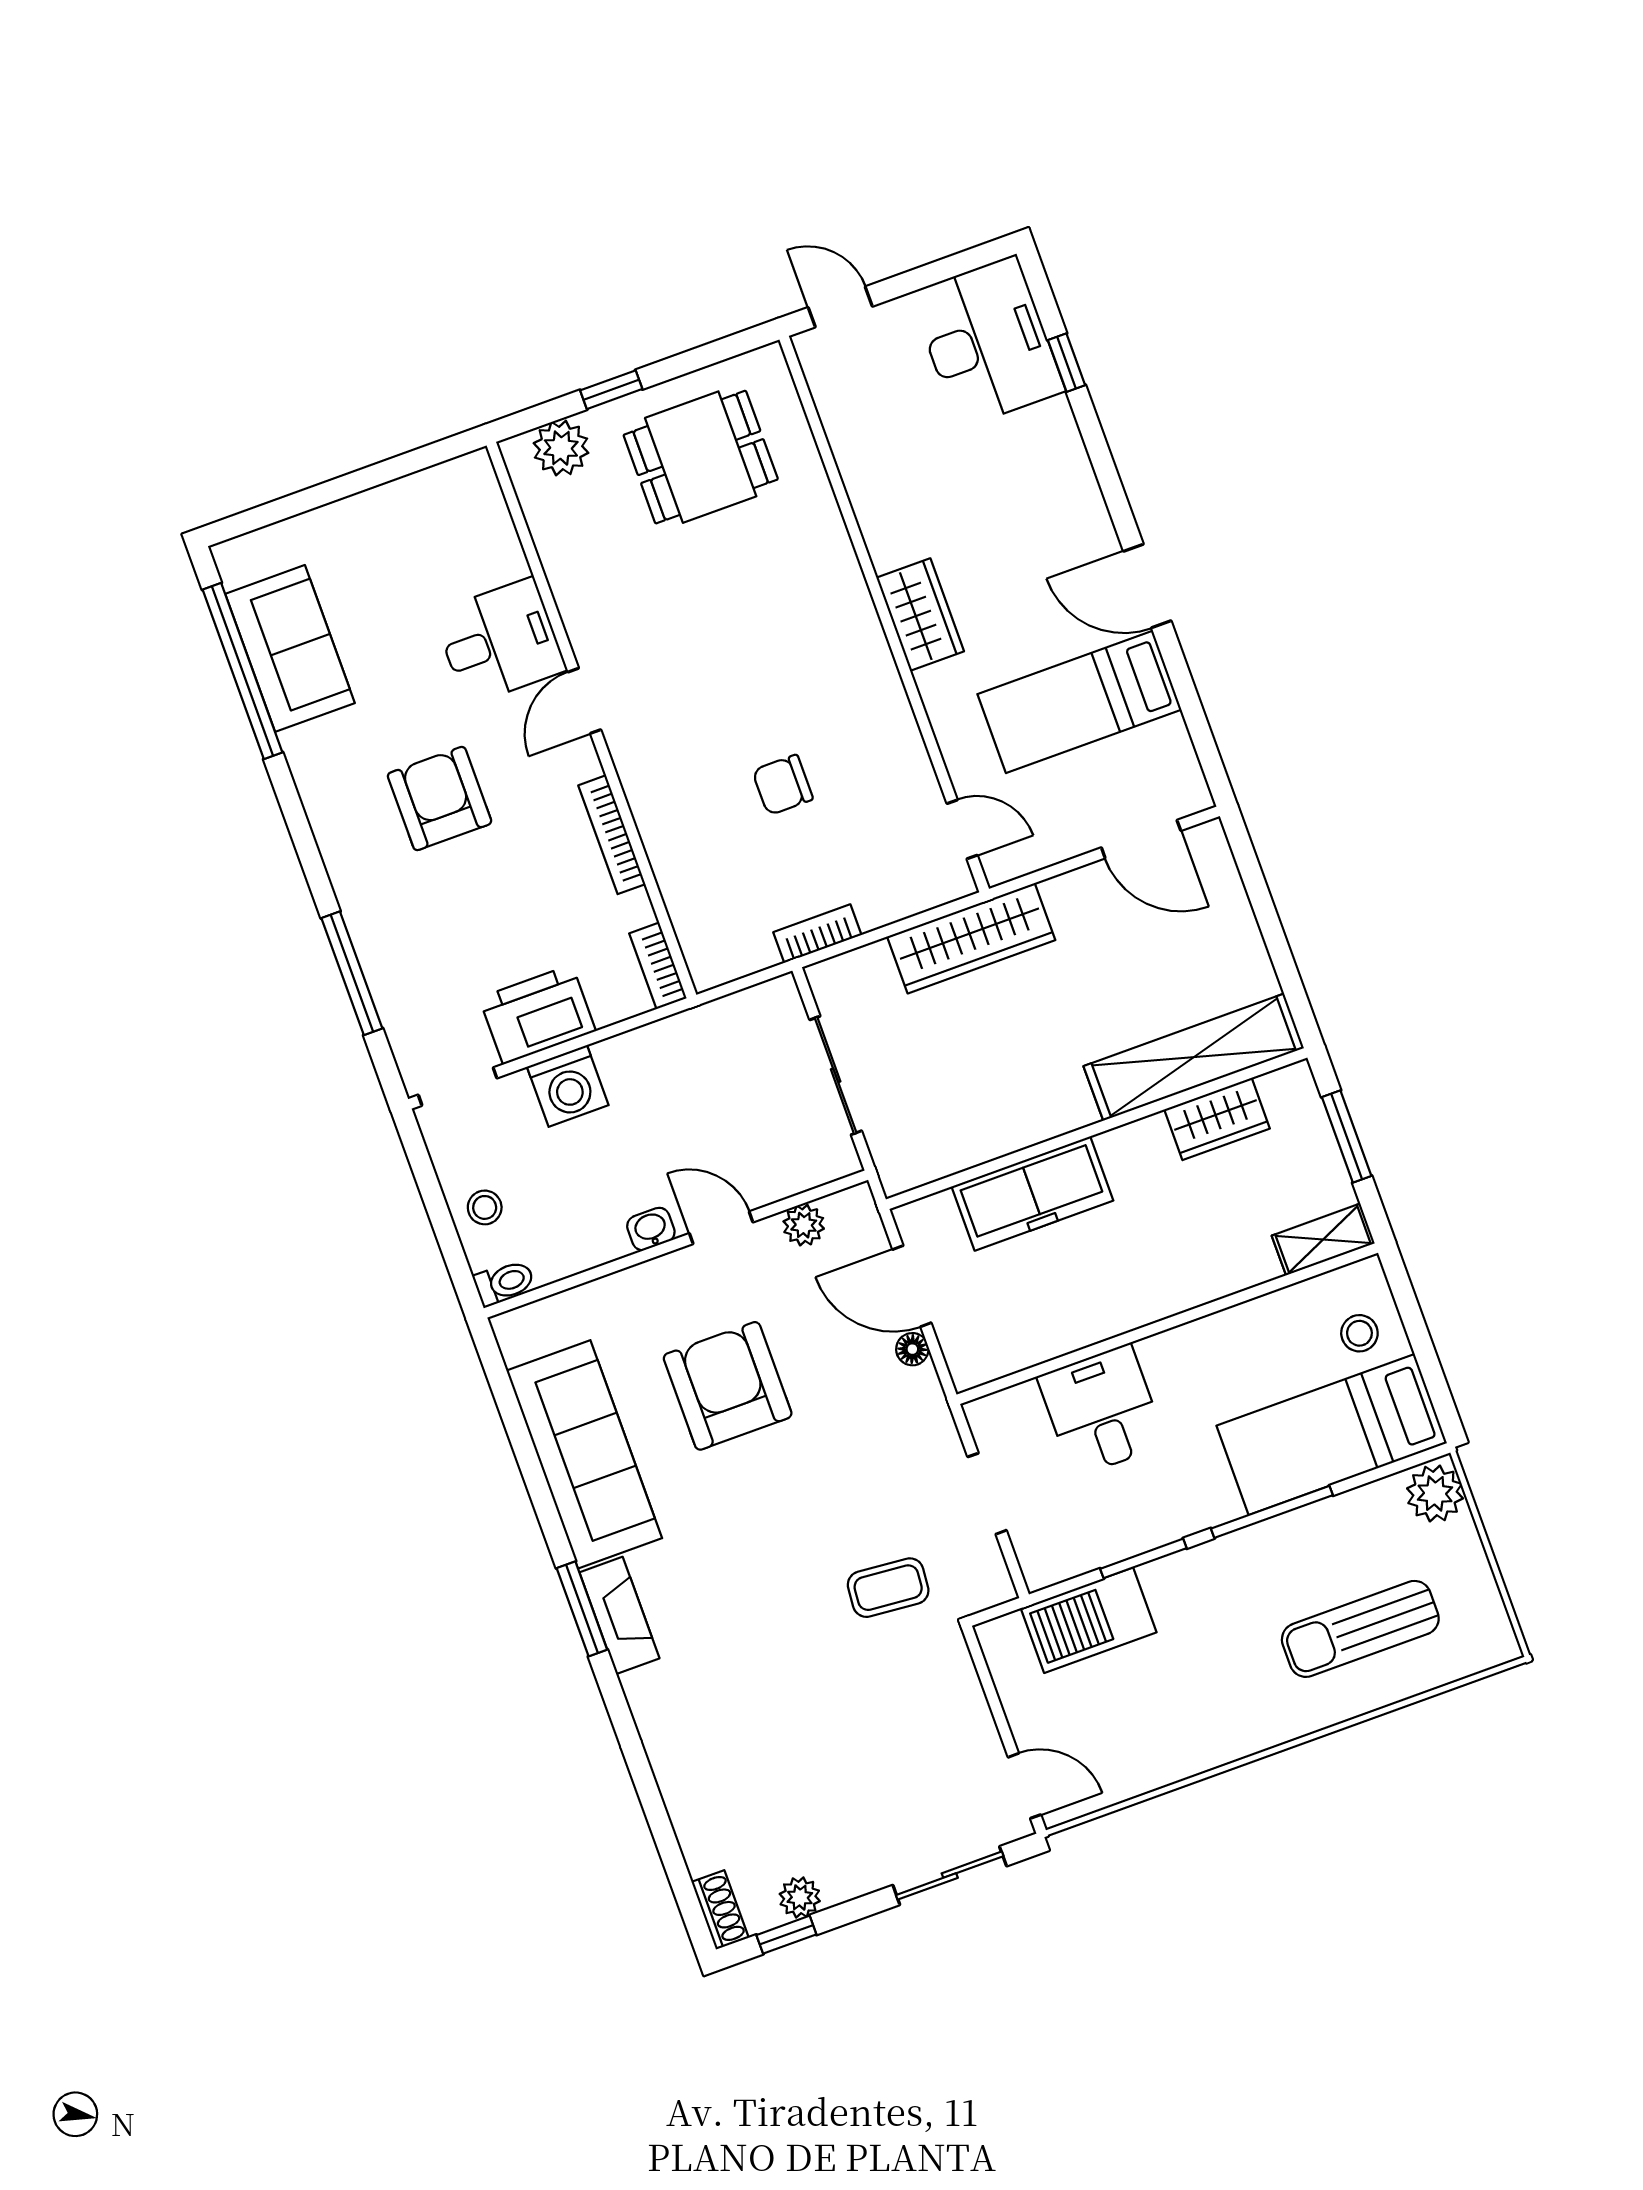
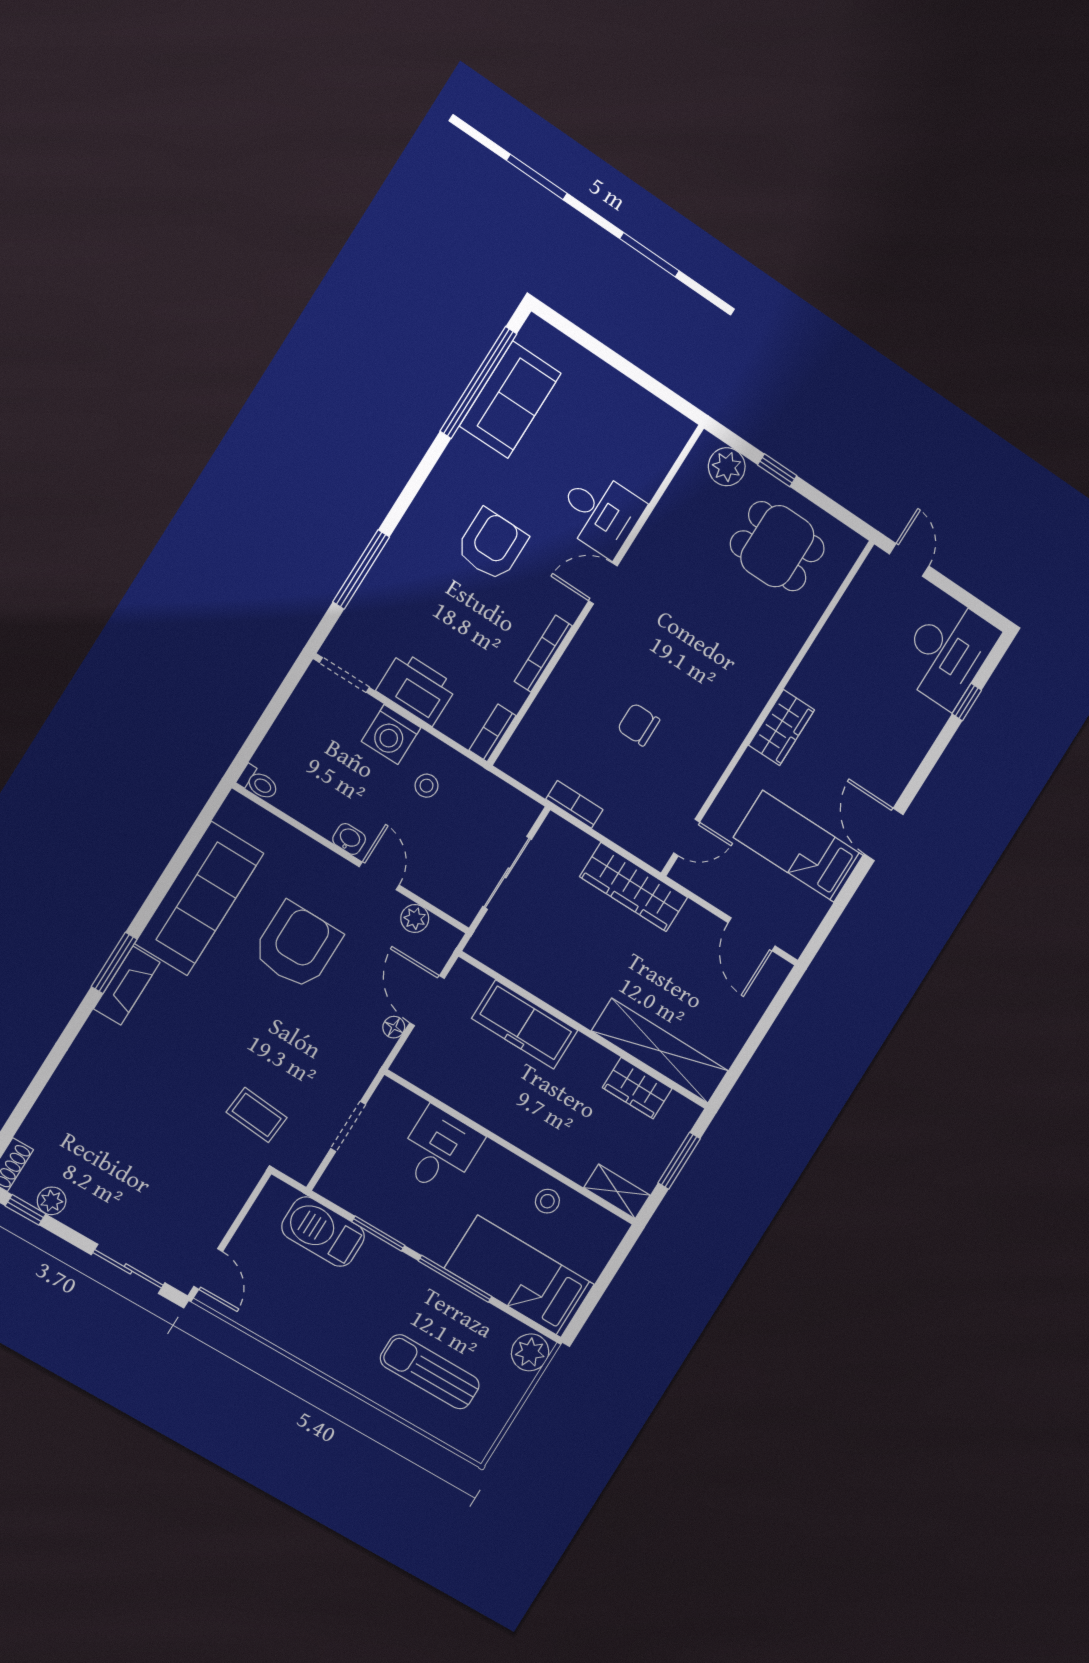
door: (962, 829) -> (687, 838), hinge flipped
stool: (485, 1207) -> (427, 786), moved
stool: (1359, 1333) -> (547, 1201), moved

